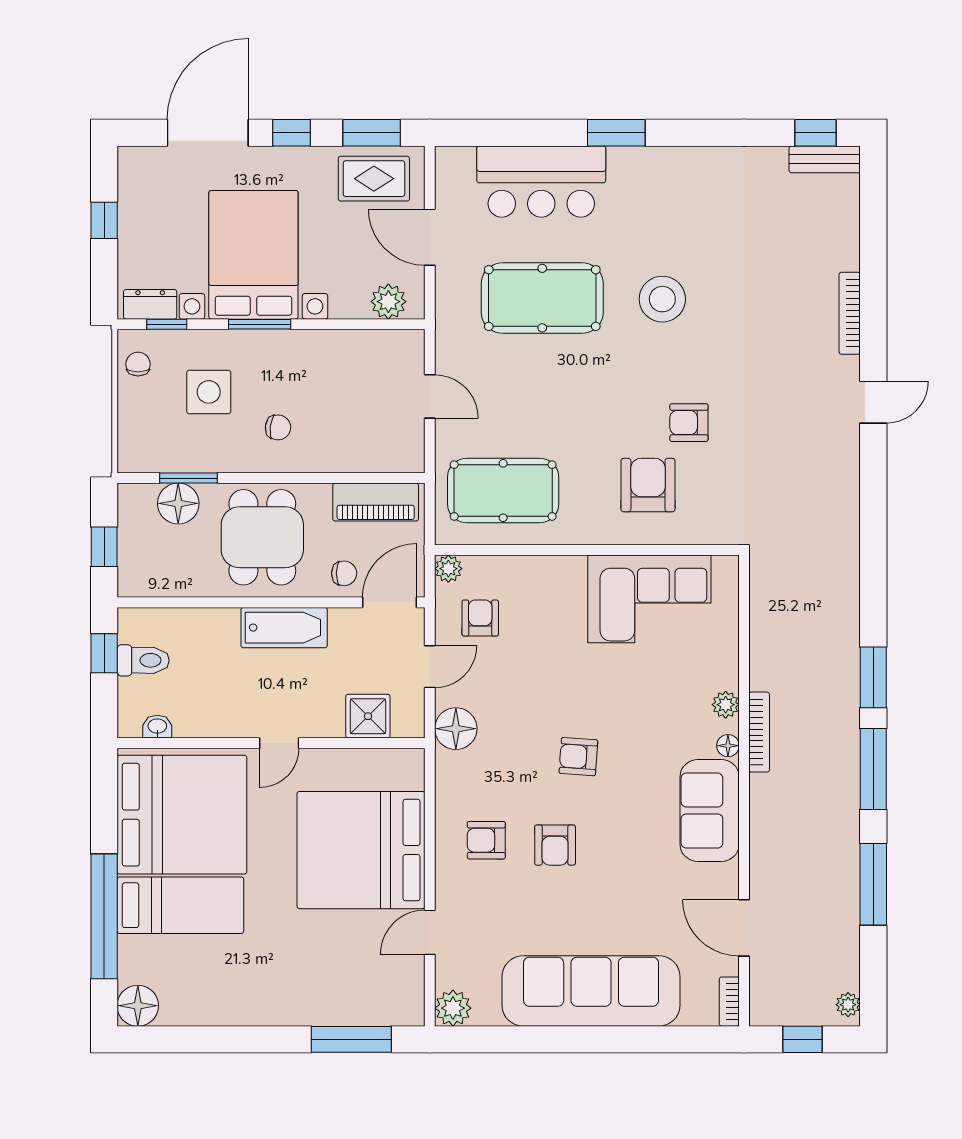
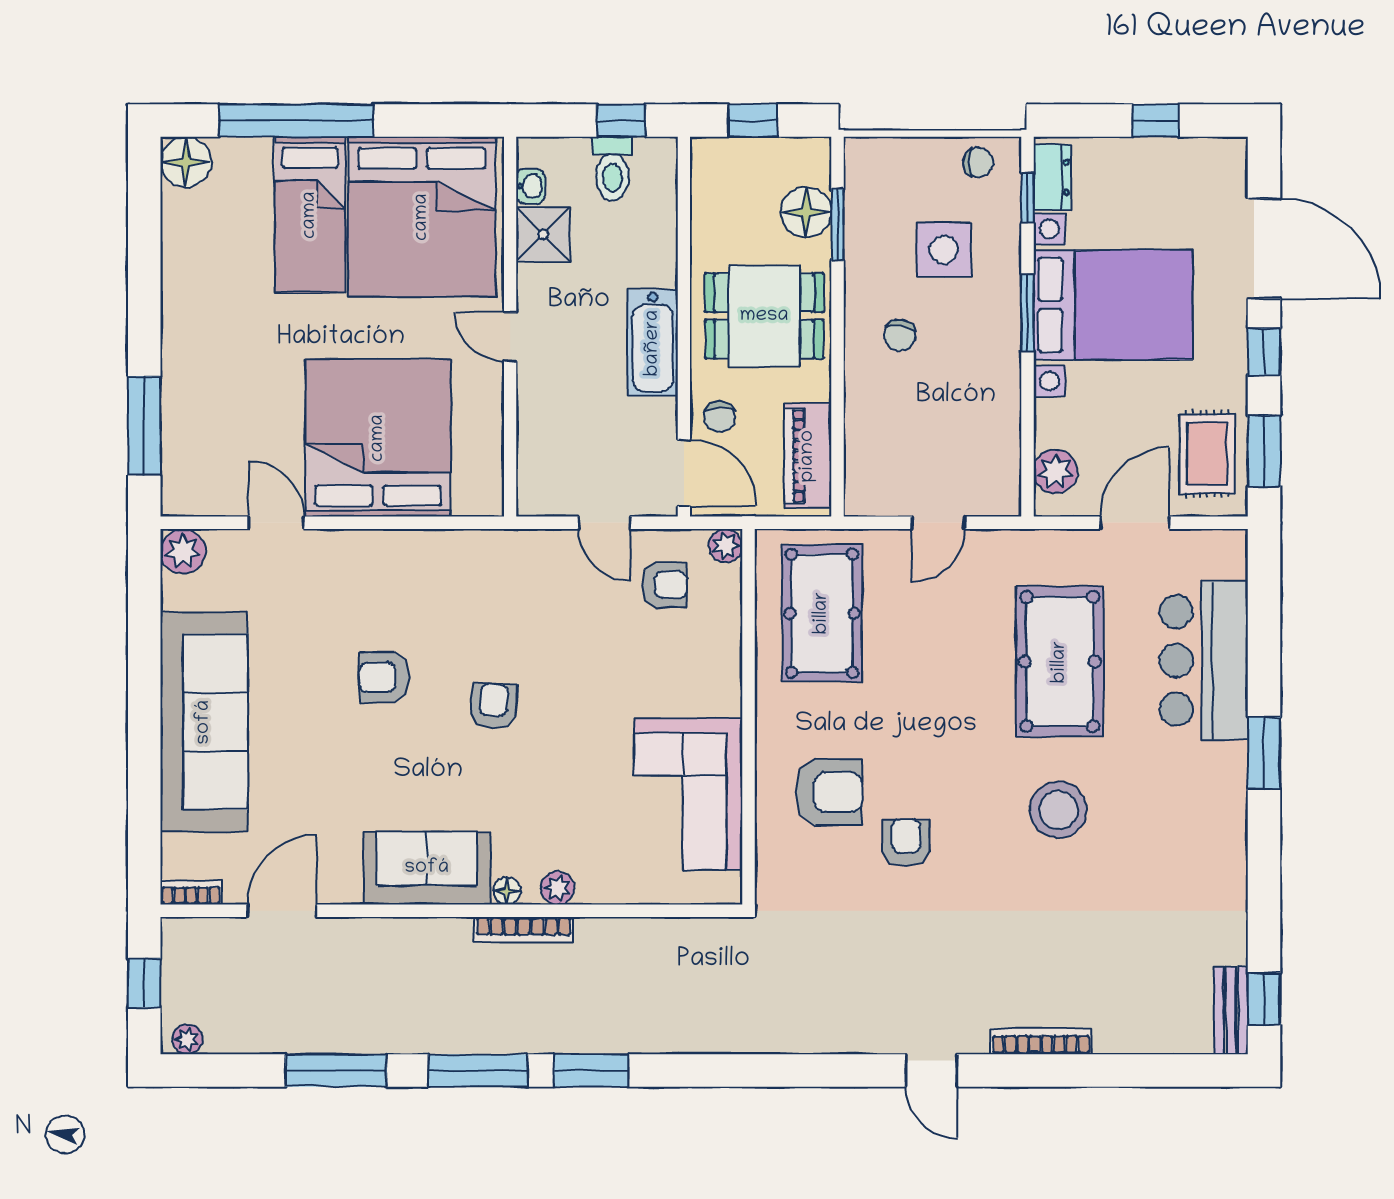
shower: (368, 716) -> (543, 234), moved
floor lamp: (456, 729) -> (528, 555), removed
armchair: (486, 840) -> (390, 592), removed

